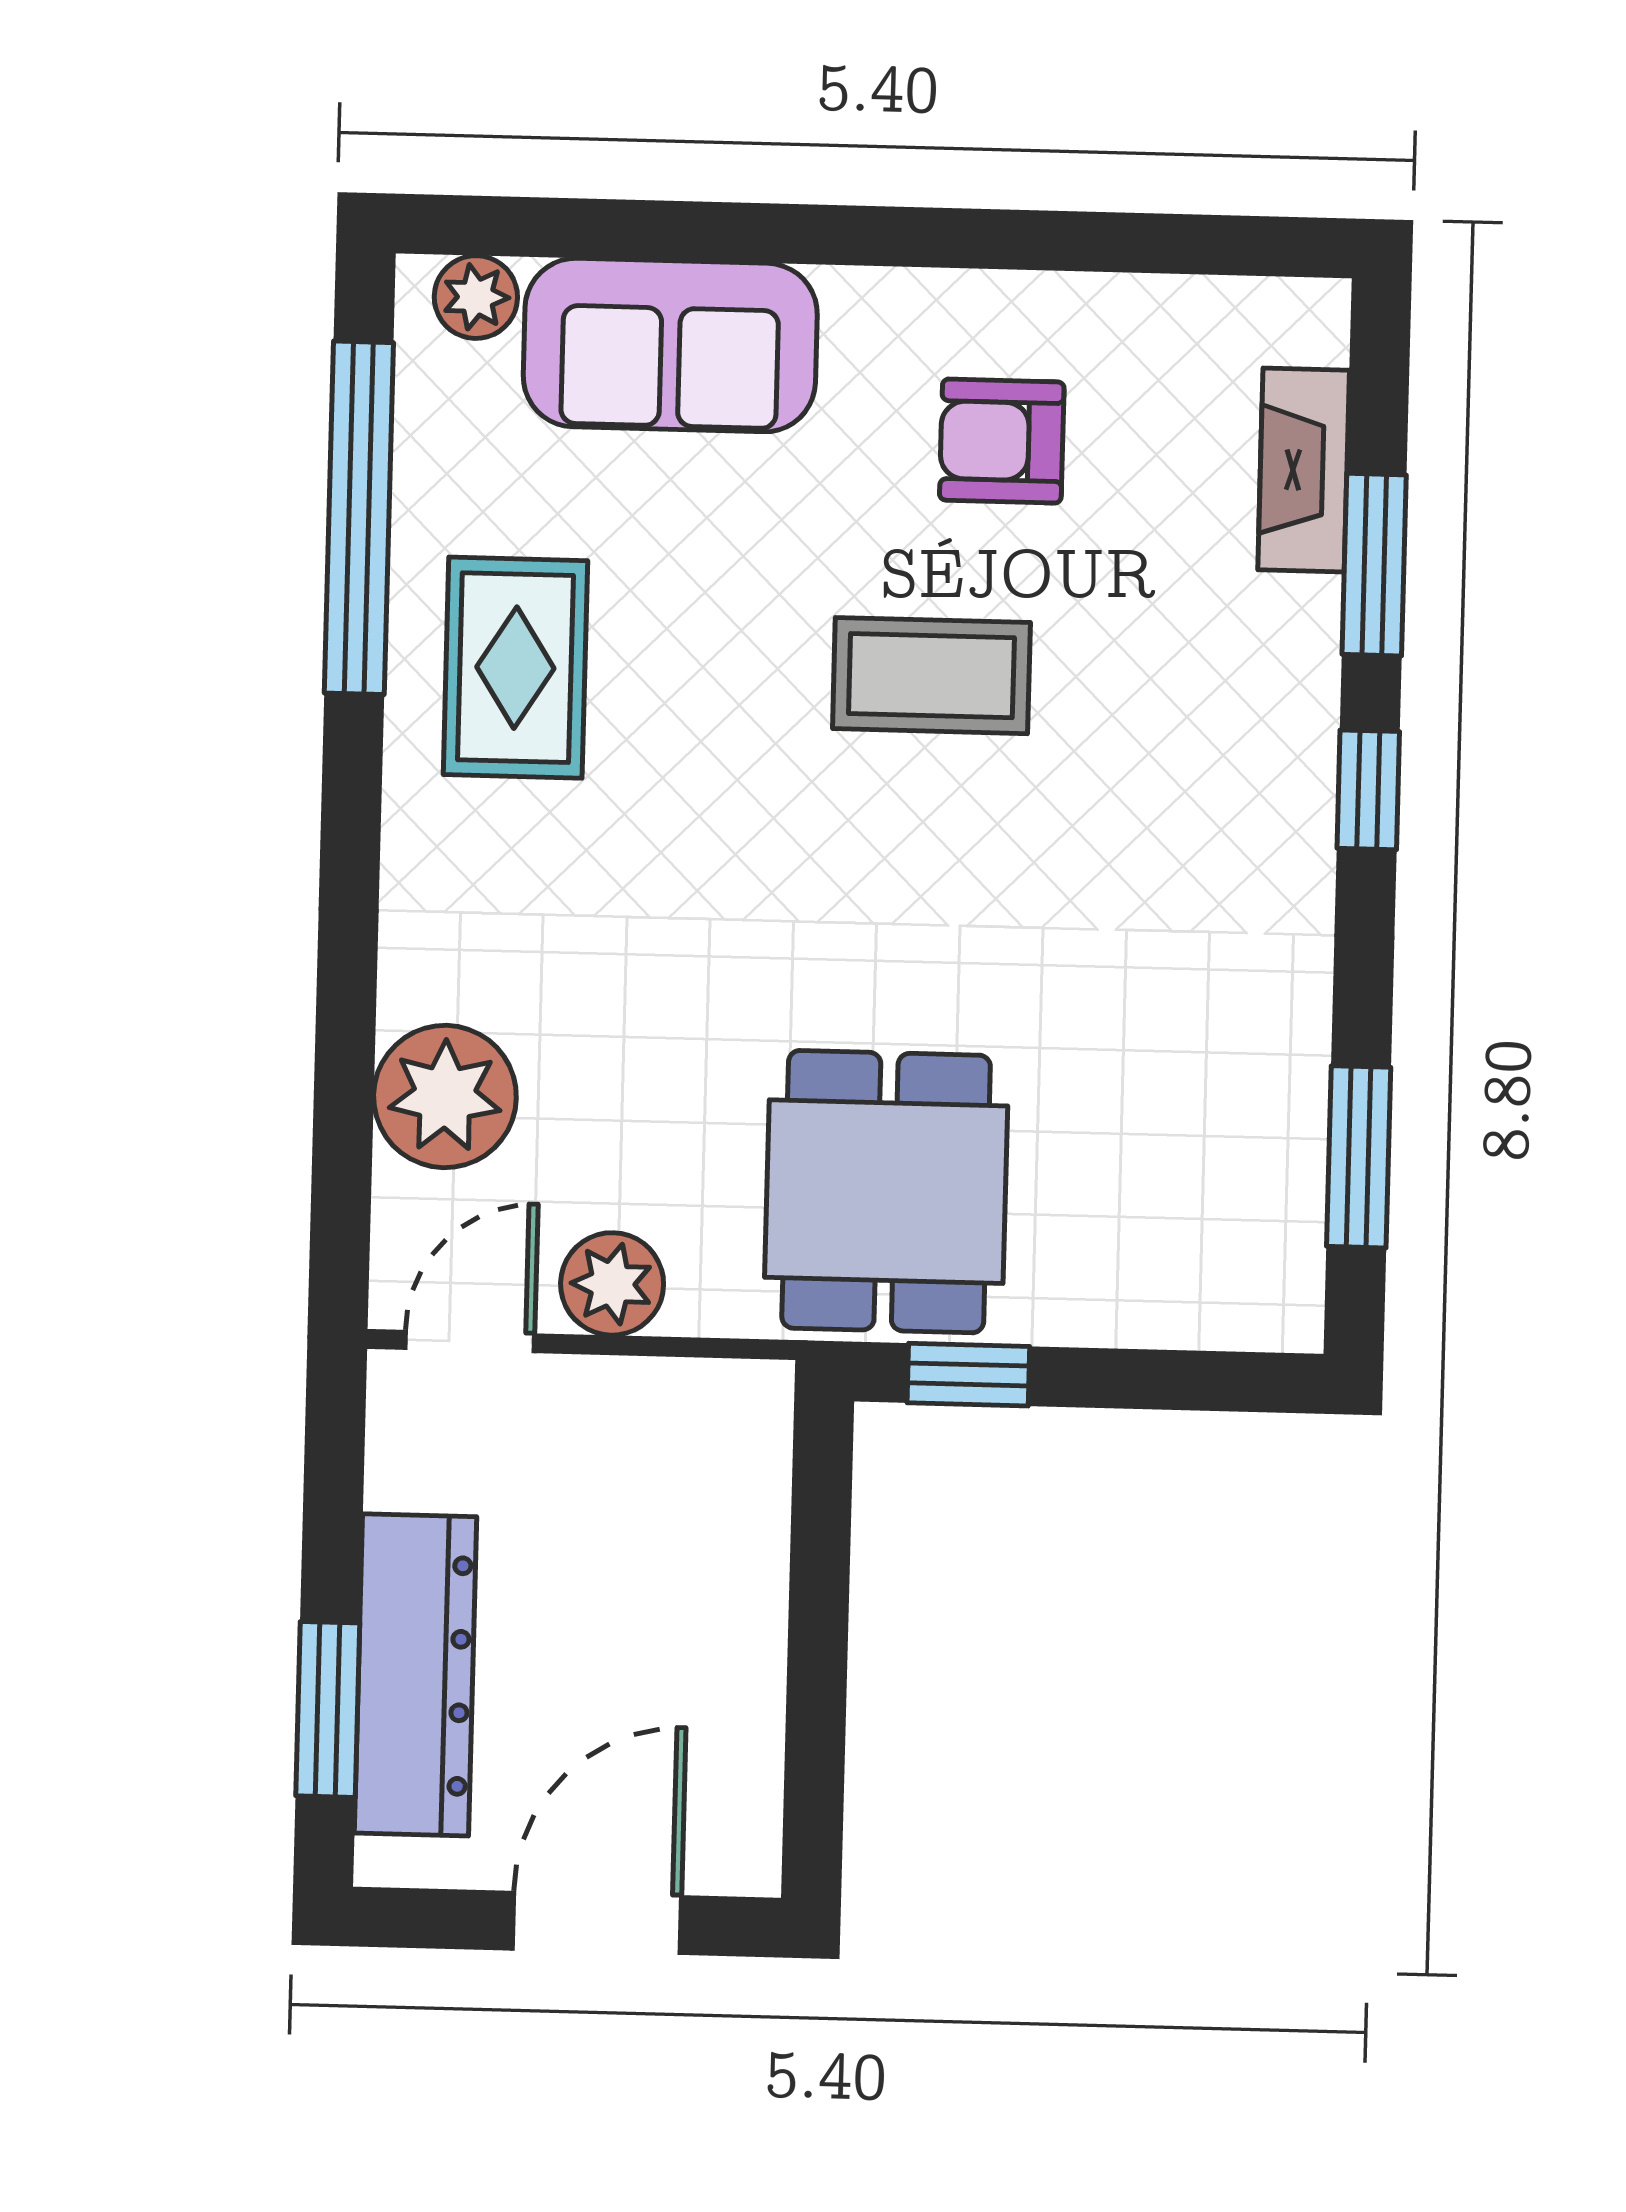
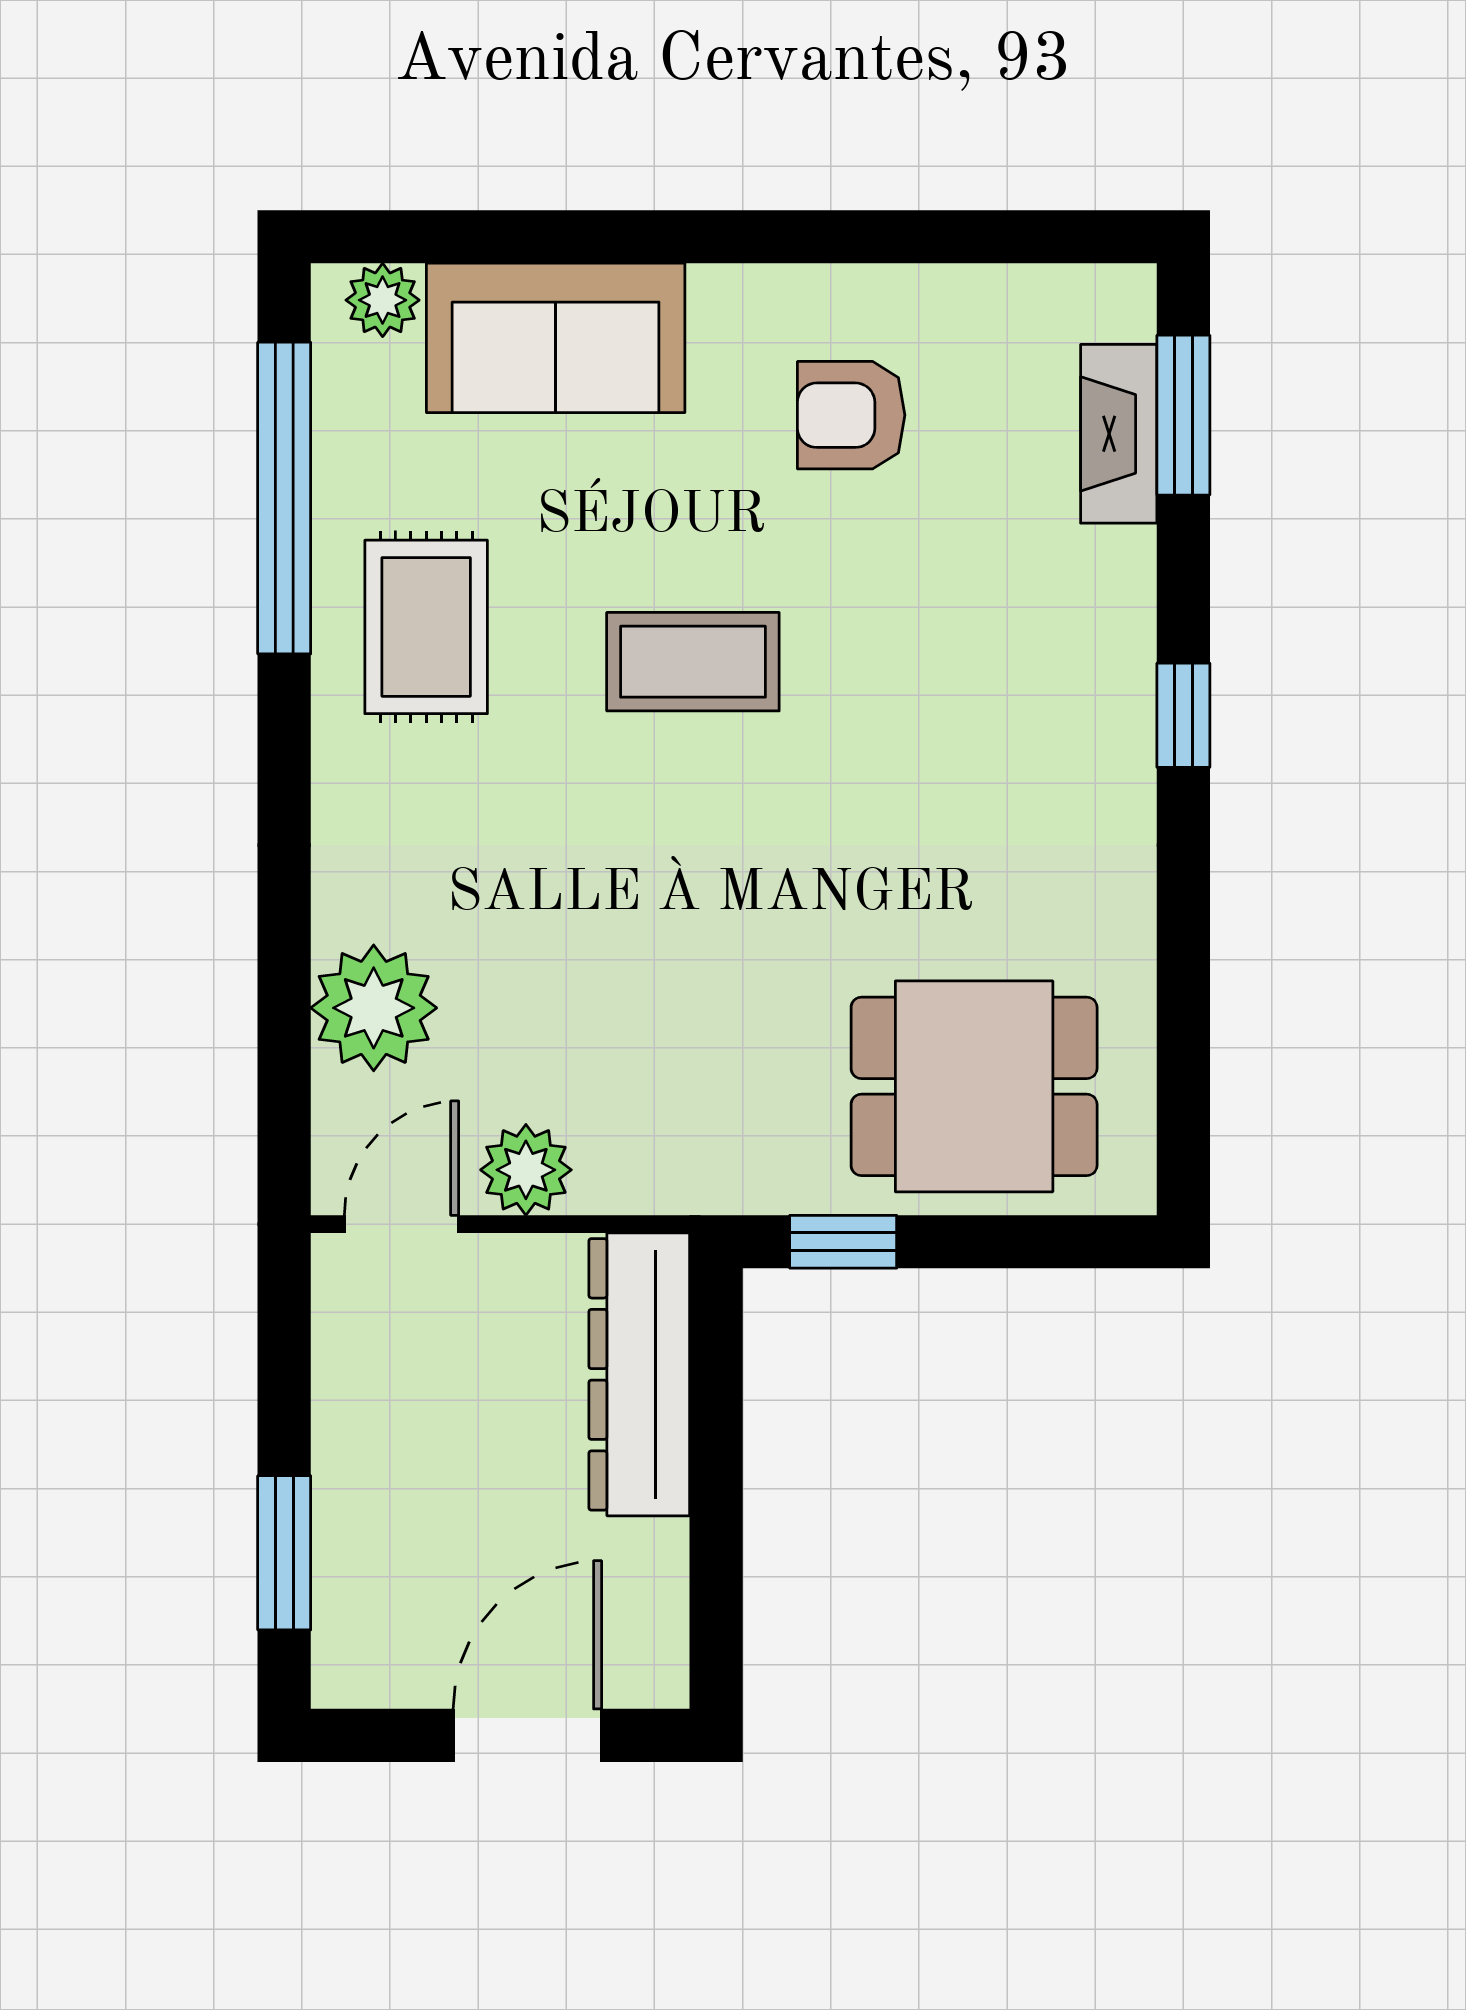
window: (1374, 565) -> (1183, 415), moved
coffee table: (931, 676) -> (693, 662), moved
window: (1359, 1157) -> (1183, 1040), removed
dining table: (886, 1192) -> (974, 1086), moved, turned 90
dresser: (416, 1675) -> (639, 1374), moved, turned 180

